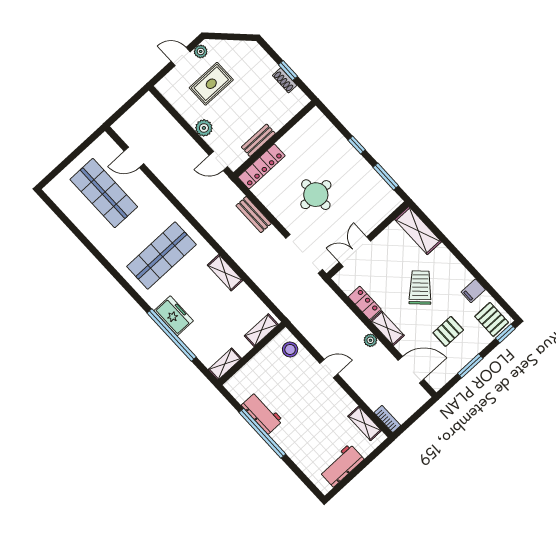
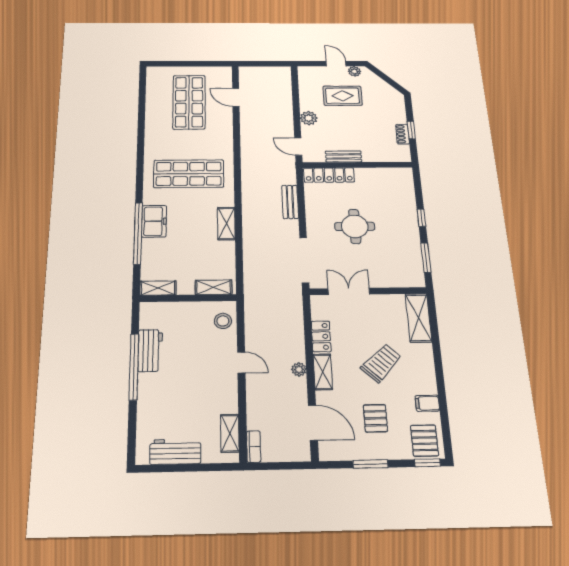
pallet: (448, 331) -> (375, 418), turned 90

